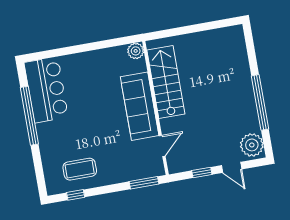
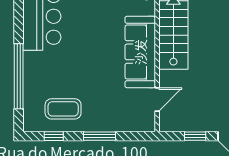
window: (29, 116) -> (19, 76), moved
window: (144, 183) -> (100, 136), moved

